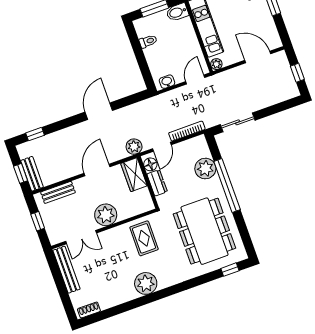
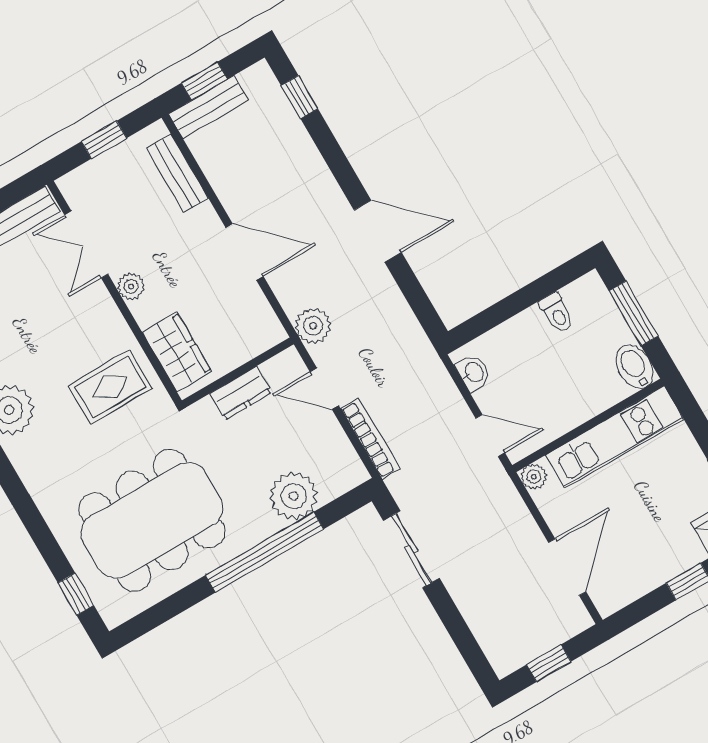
floor lamp: (150, 164) -> (280, 370), removed
wardrobe: (134, 175) -> (177, 352), moved, turned 90
plant: (106, 215) -> (131, 286), width x0.53, depth x0.53

